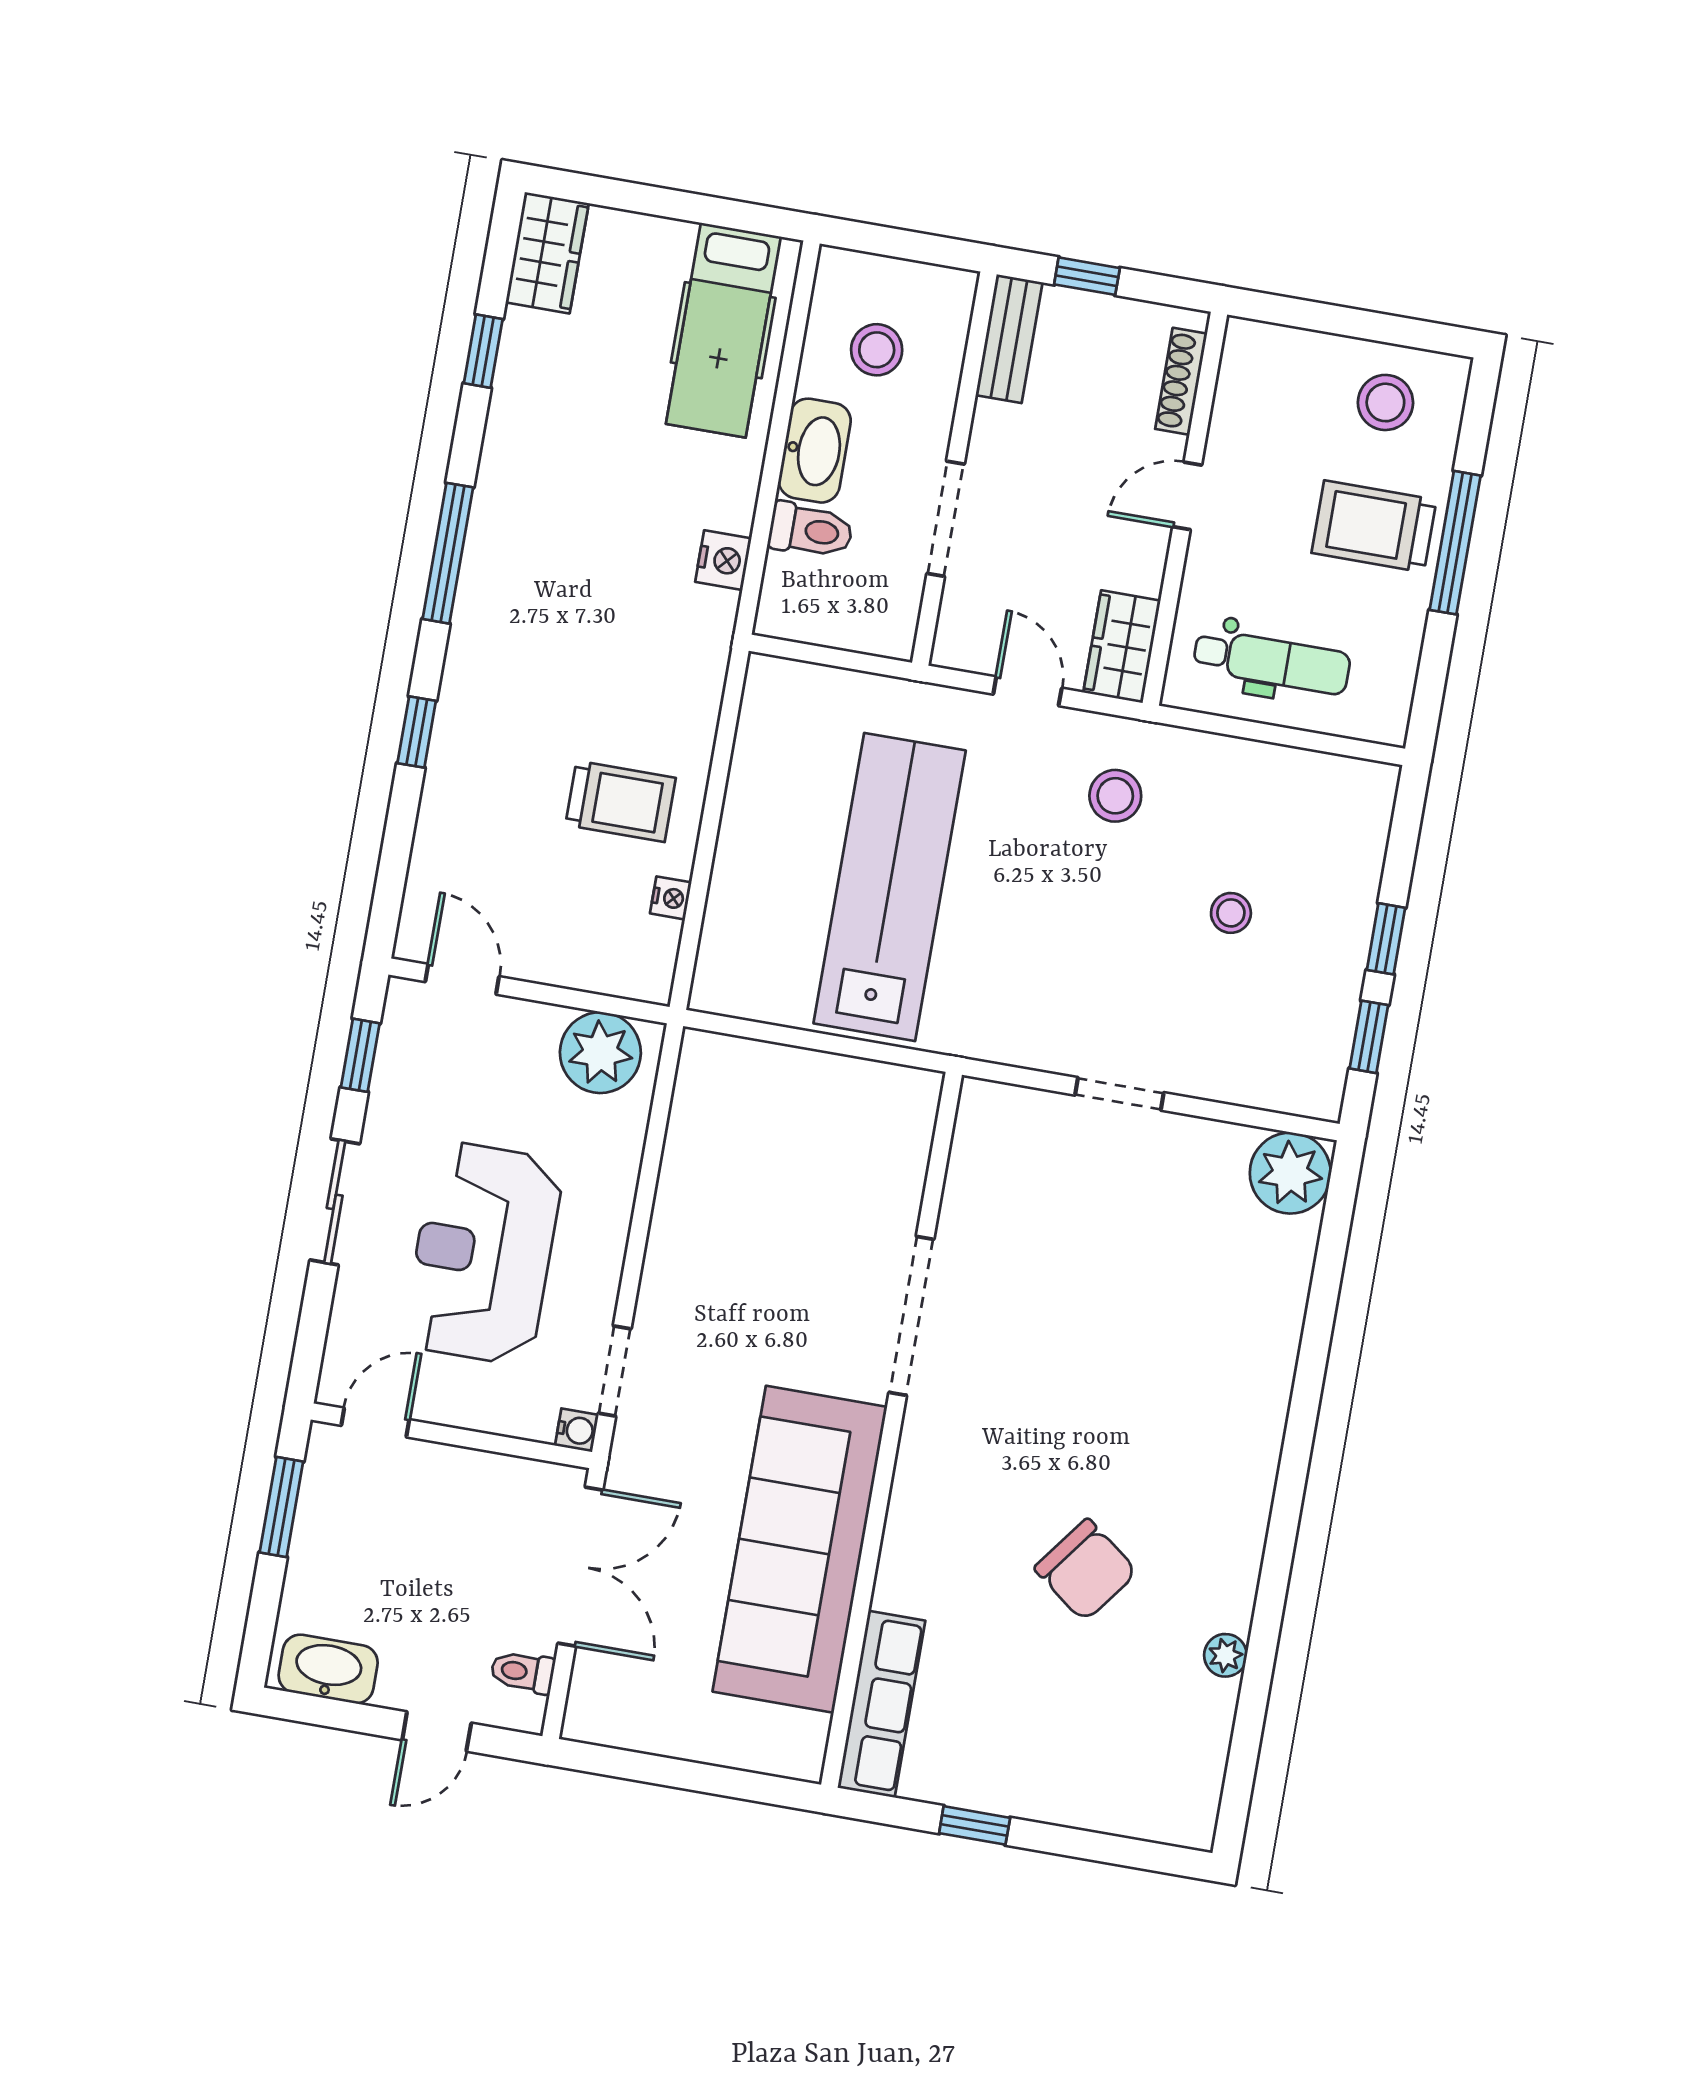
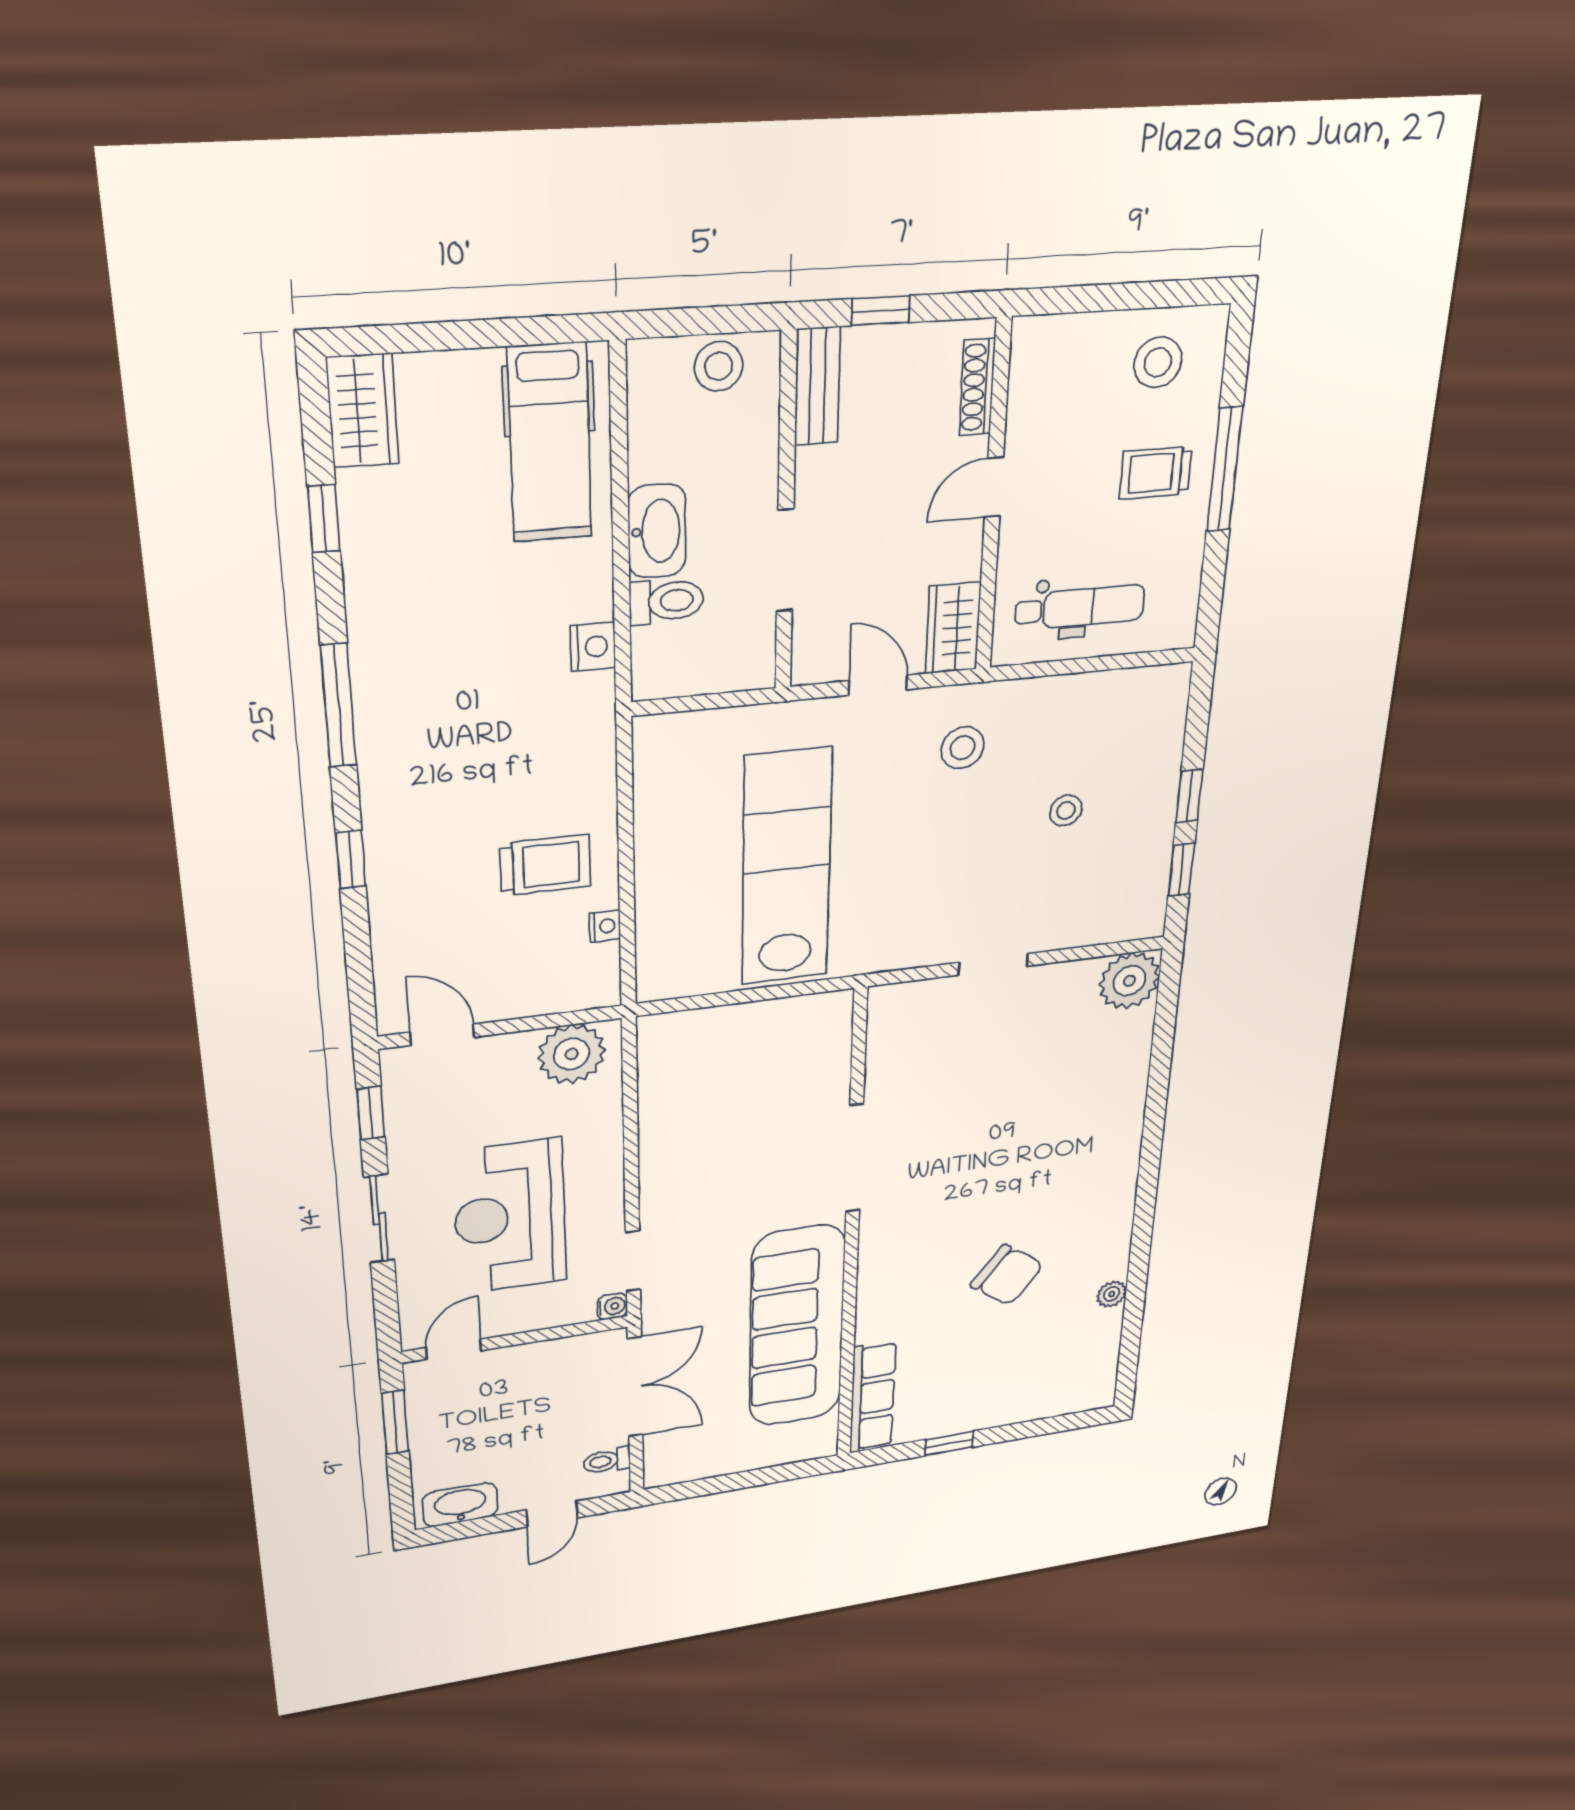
stool: (877, 350) -> (719, 366), moved
trolley: (1374, 526) -> (1156, 473), width x0.73, depth x0.72

